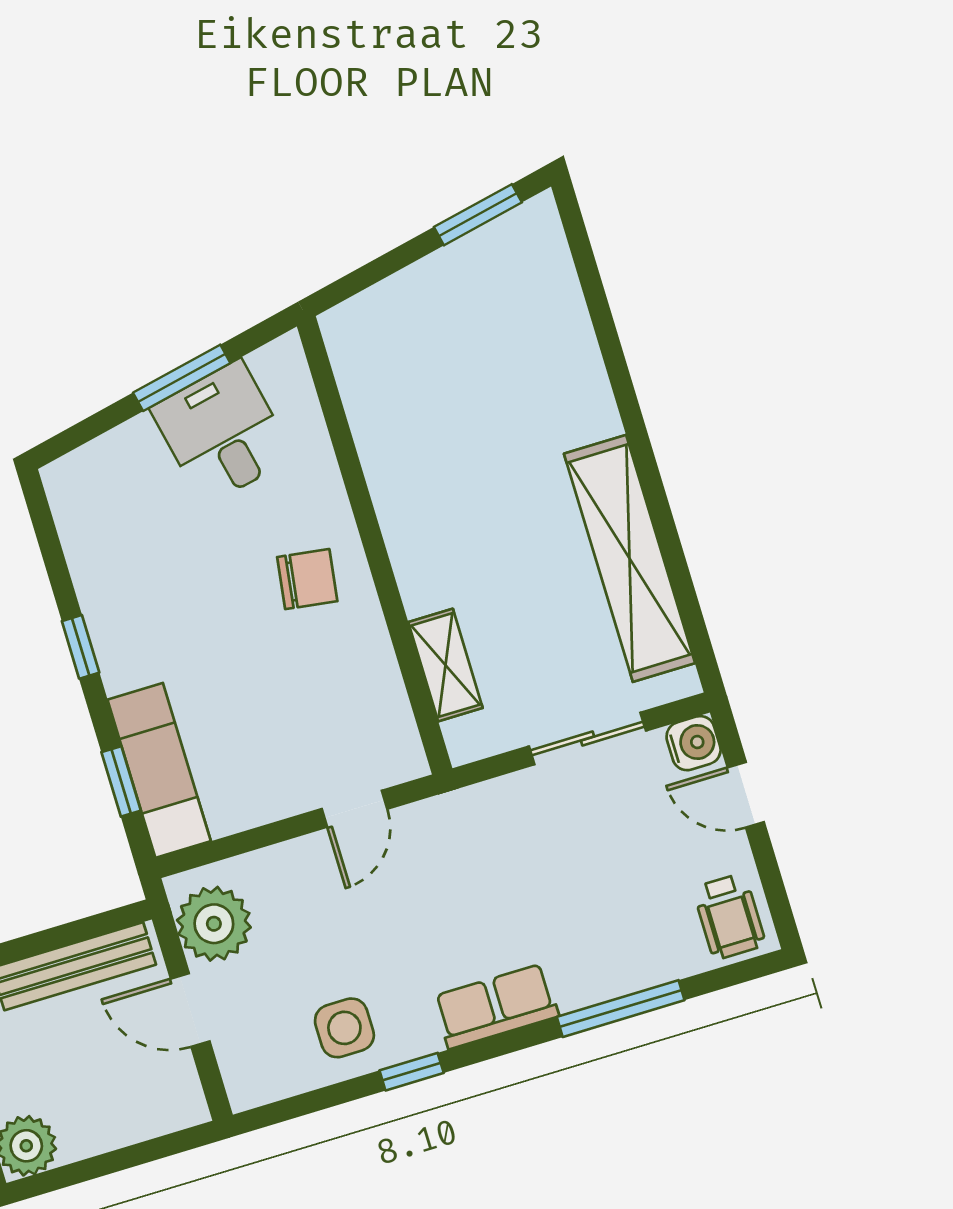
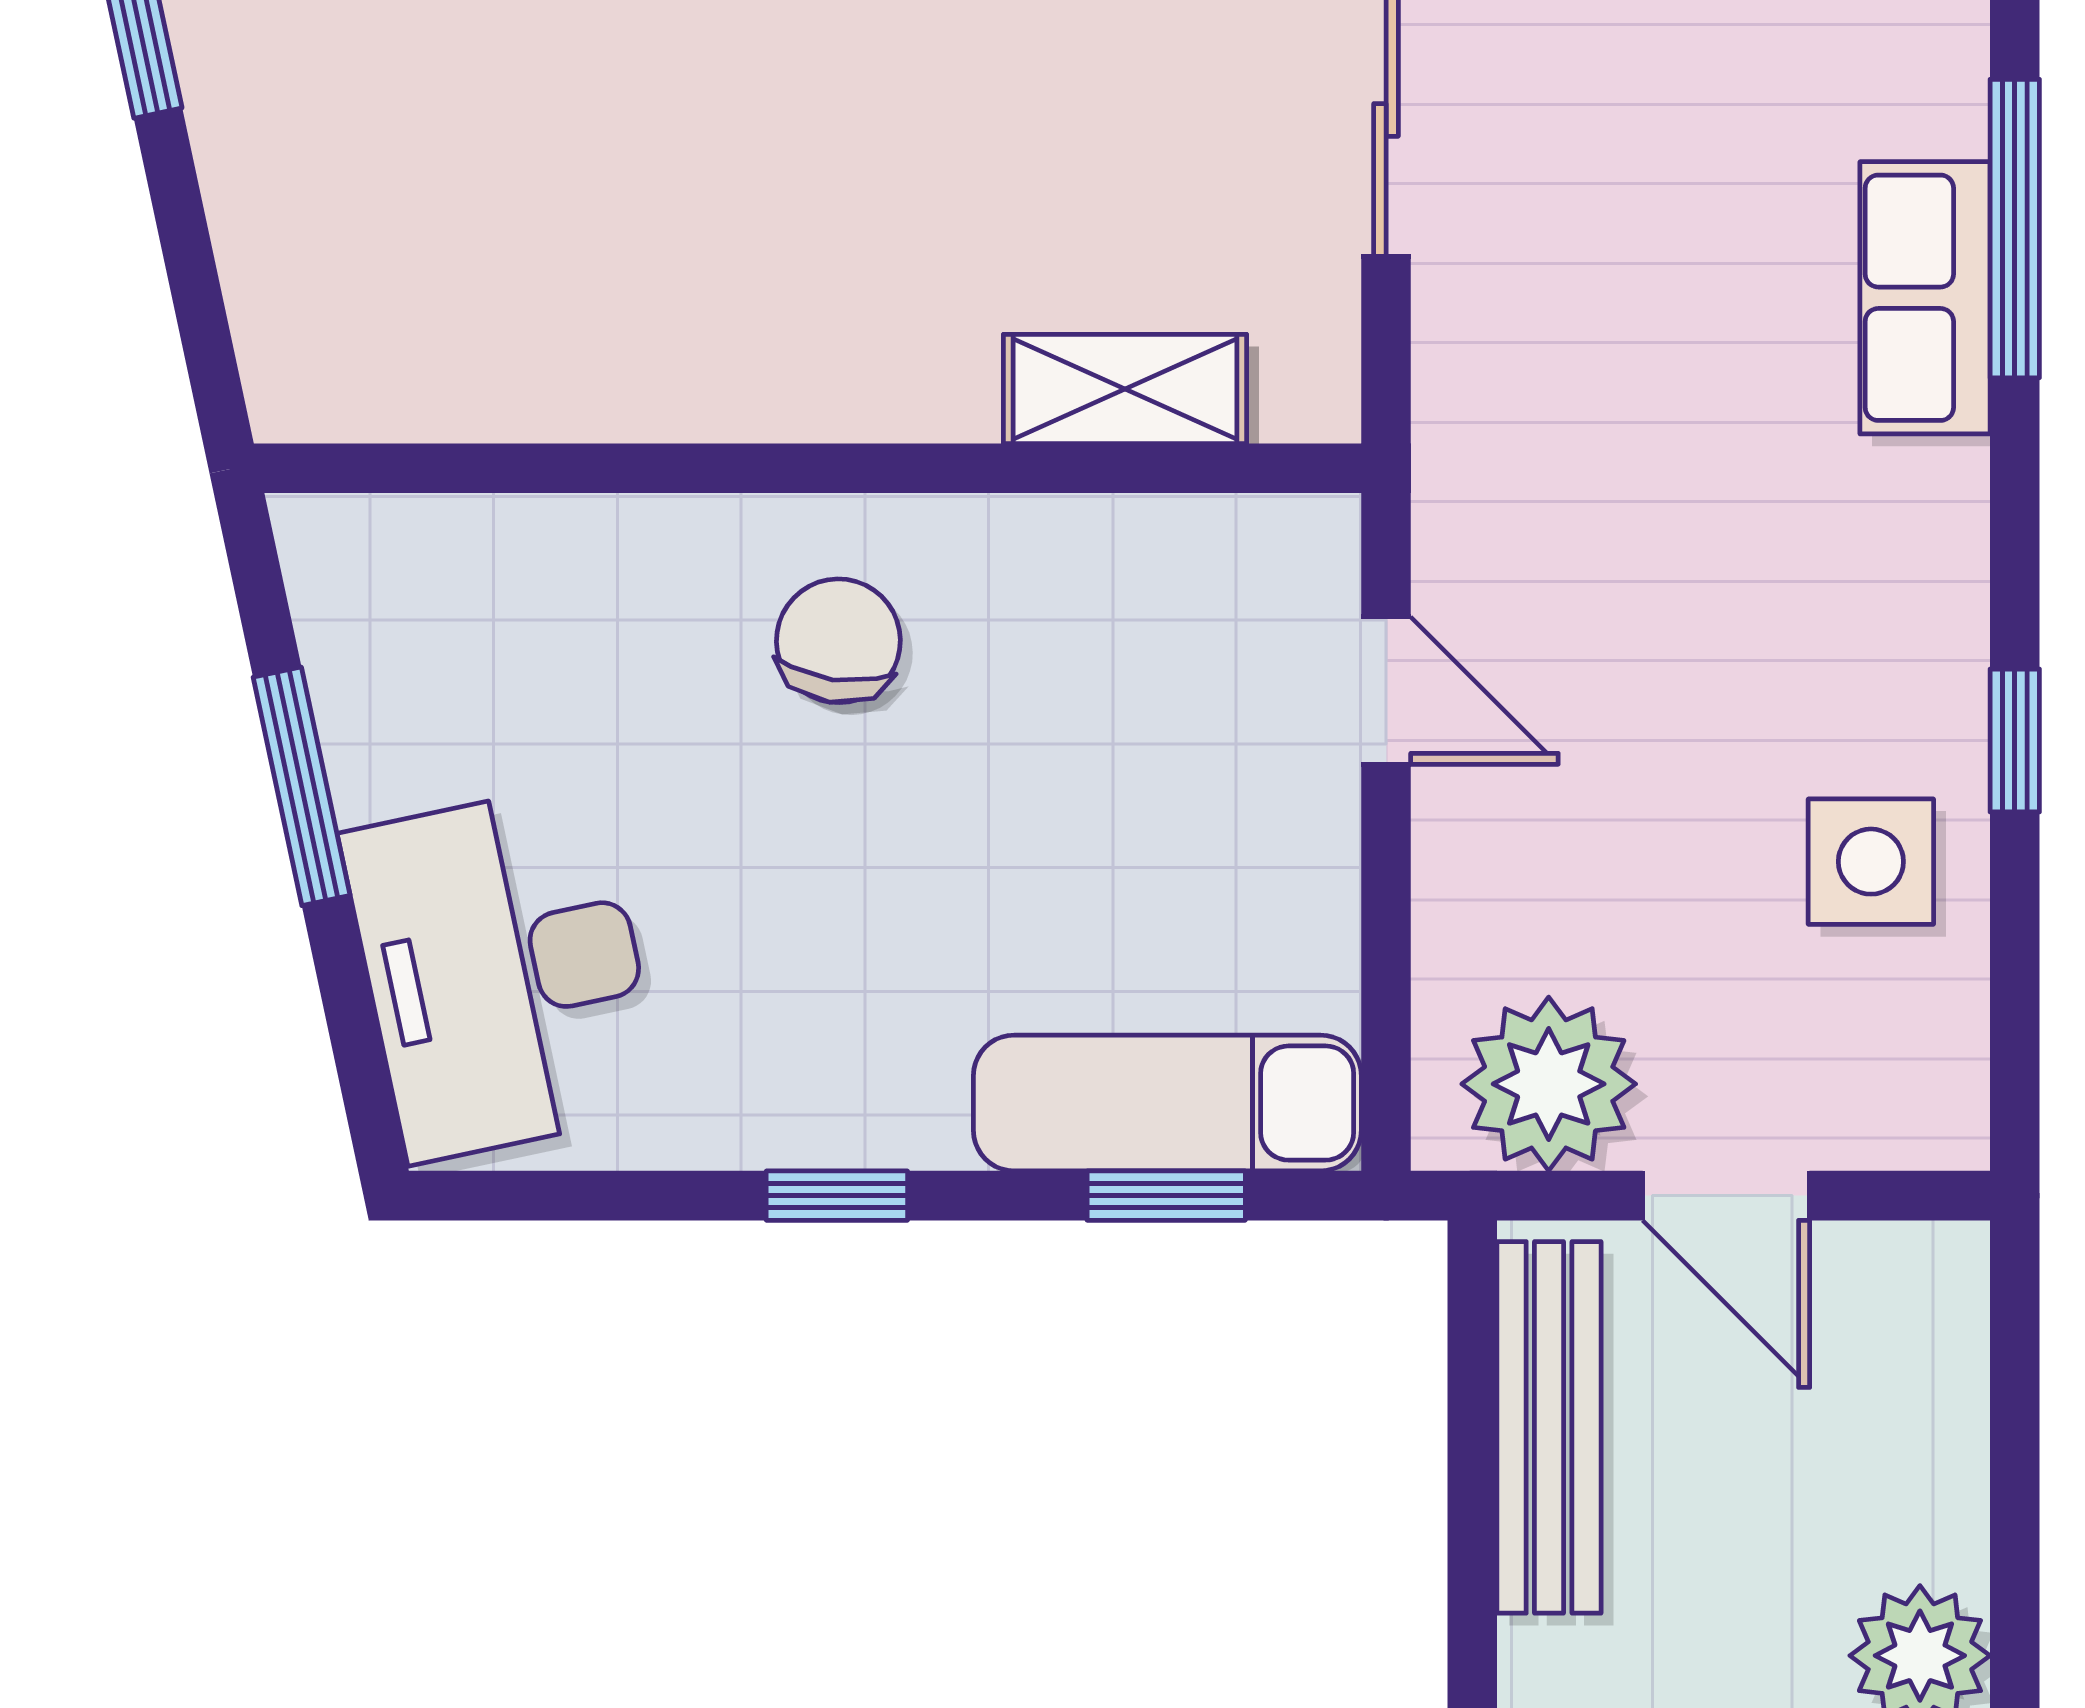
desk: (222, 433) -> (503, 972), moved, width x1.37
row of seats: (496, 1006) -> (1925, 298), moved
door: (190, 1010) -> (1726, 1196), hinge flipped

